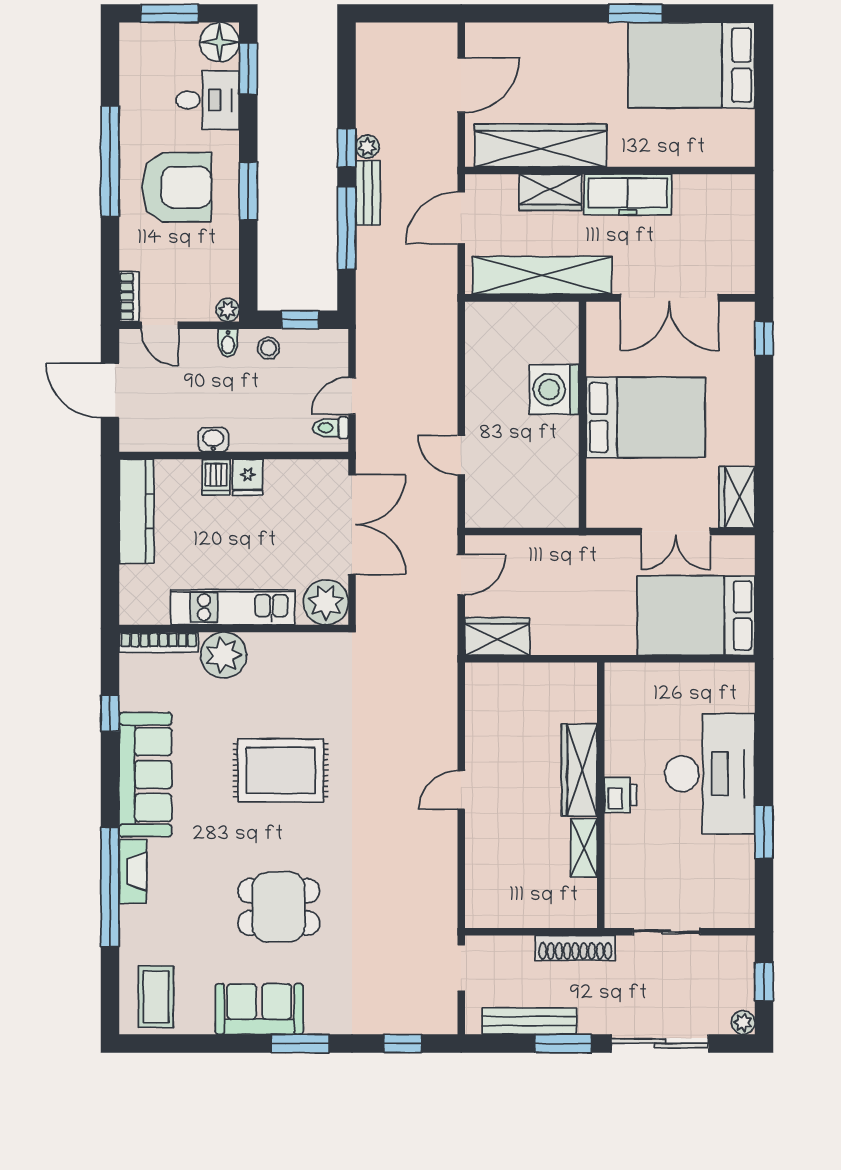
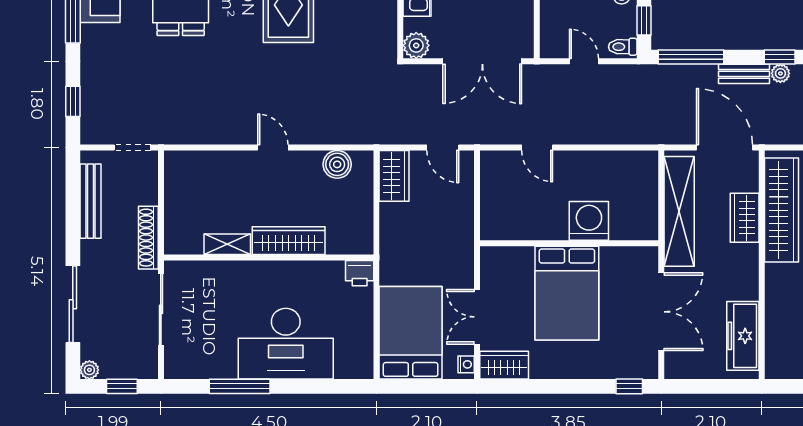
freezer: (628, 194) -> (743, 336), moved
door: (461, 218) -> (724, 148), width x1.36
window: (347, 228) -> (691, 57), moved
double door: (669, 298) -> (661, 312), swing flipped
toilet: (331, 428) -> (623, 47), moved, turned -90
door: (461, 455) -> (537, 148), swing flipped
nightstand: (736, 545) -> (466, 364), added
plant: (326, 602) -> (416, 45), width x0.73, depth x0.73
boiler: (483, 709) -> (337, 164), added
printer: (621, 795) -> (360, 273), moved
window: (764, 832) -> (240, 386), width x1.44
sliding door: (666, 932) -> (161, 309), width x1.37
window: (563, 1043) -> (73, 228), removed

